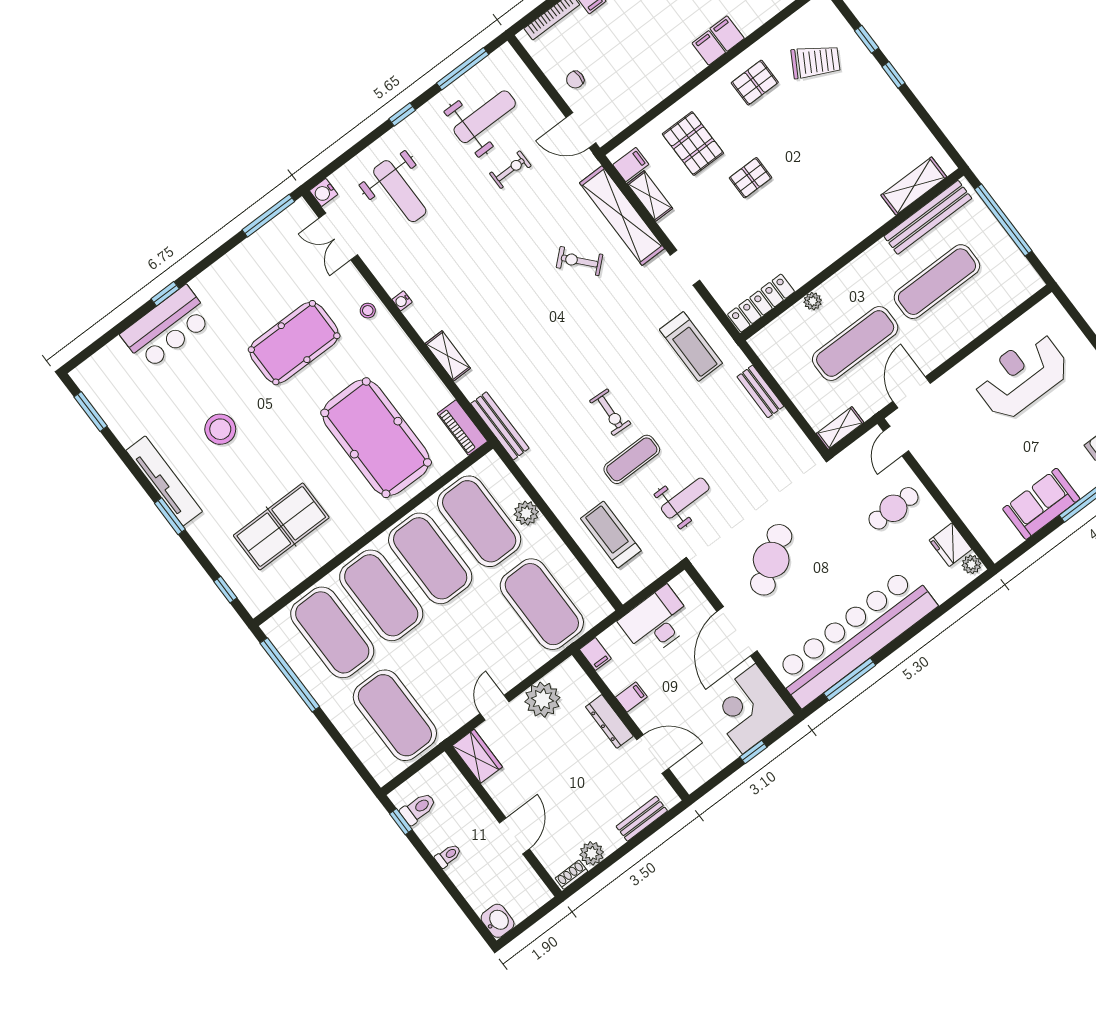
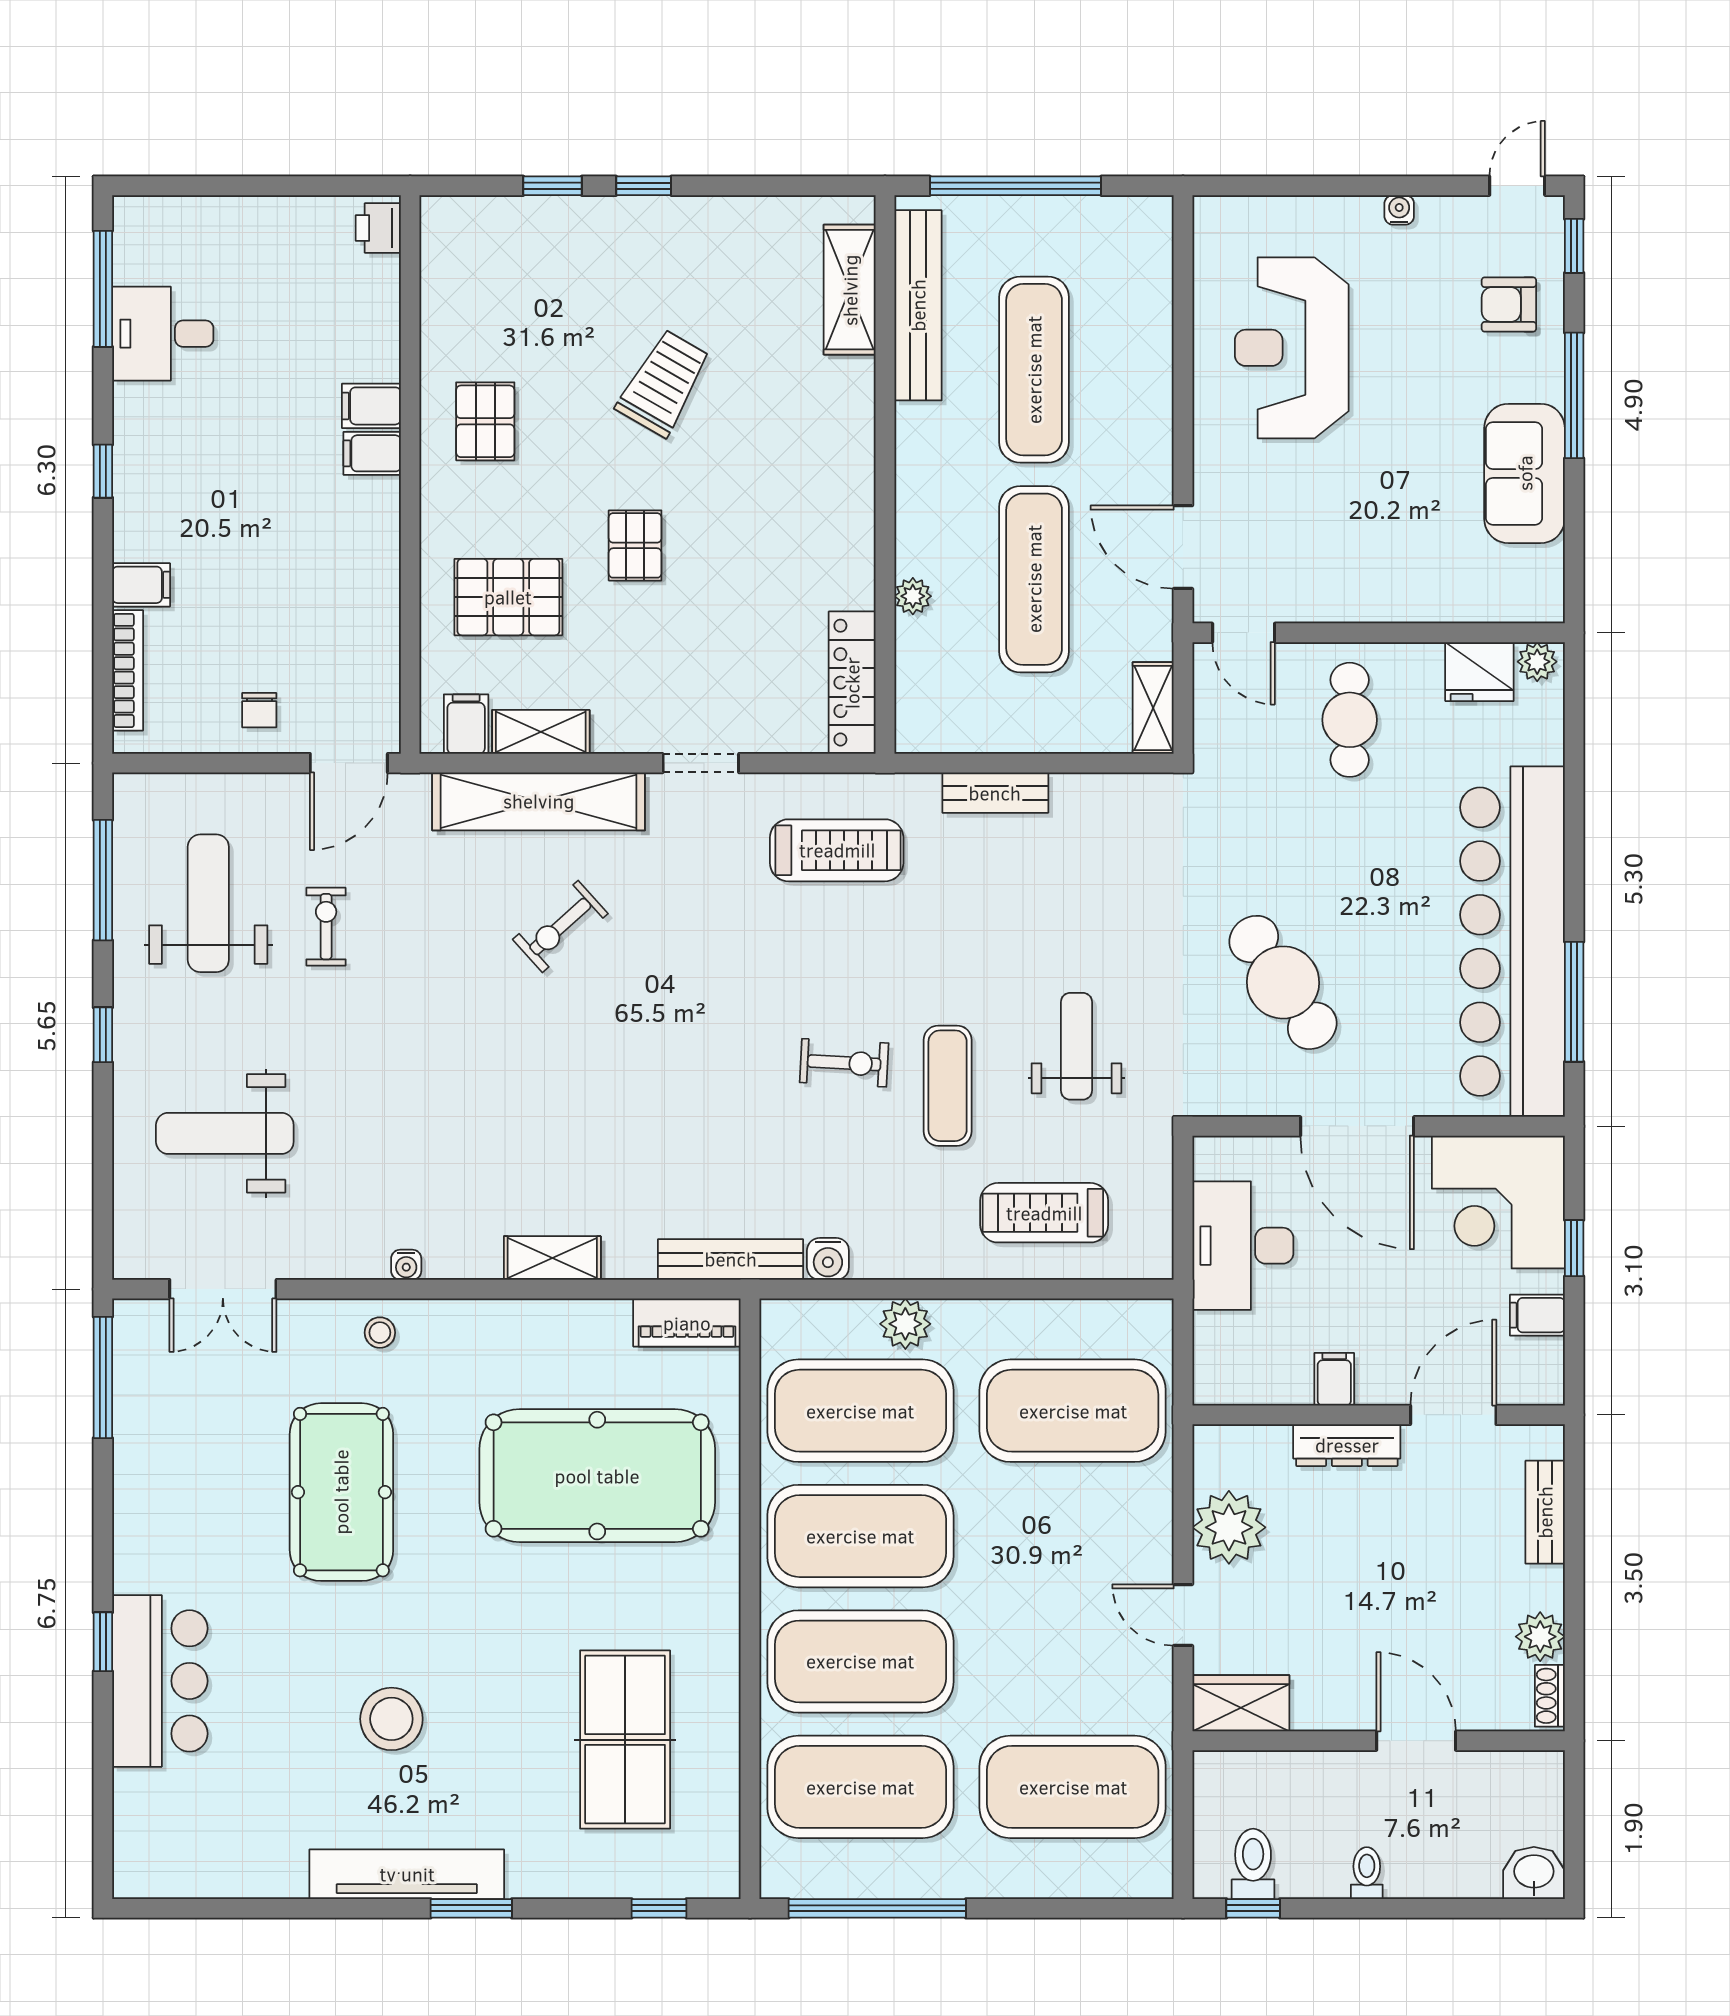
trolley: (815, 62) -> (664, 383), moved
weight bench: (400, 191) -> (225, 1133), turned 180
water cooler: (324, 192) -> (828, 1259), moved
window: (91, 412) -> (203, 1908), removed
filing cabinet: (595, 654) -> (1537, 1315), moved, turned 180

